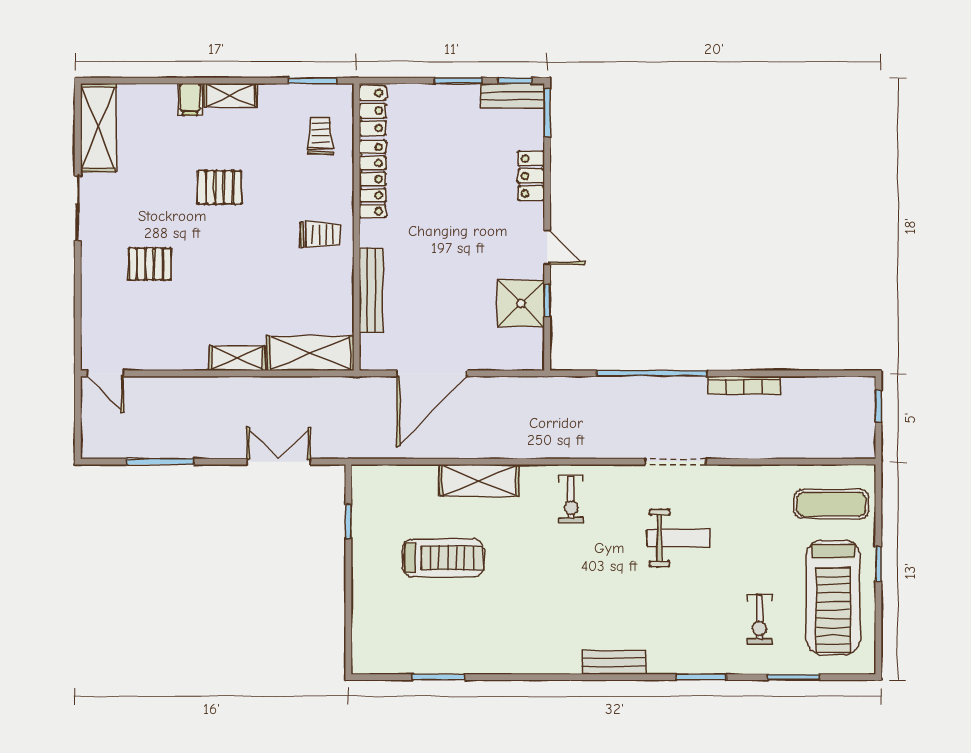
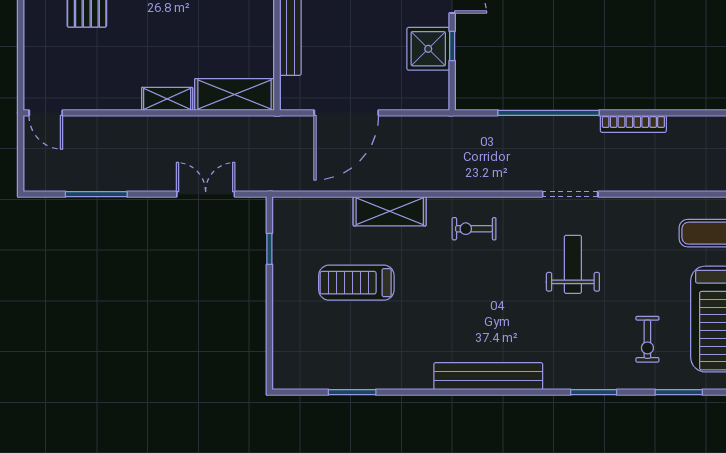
exercise bike: (571, 499) -> (474, 229), turned 91
weight bench: (678, 538) -> (573, 264), turned -90
treadmill: (443, 558) -> (356, 283), turned 180
bench: (614, 662) -> (488, 376), width x1.86, depth x1.21

